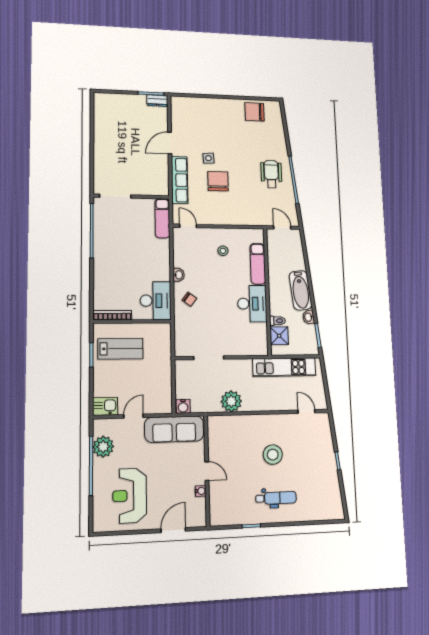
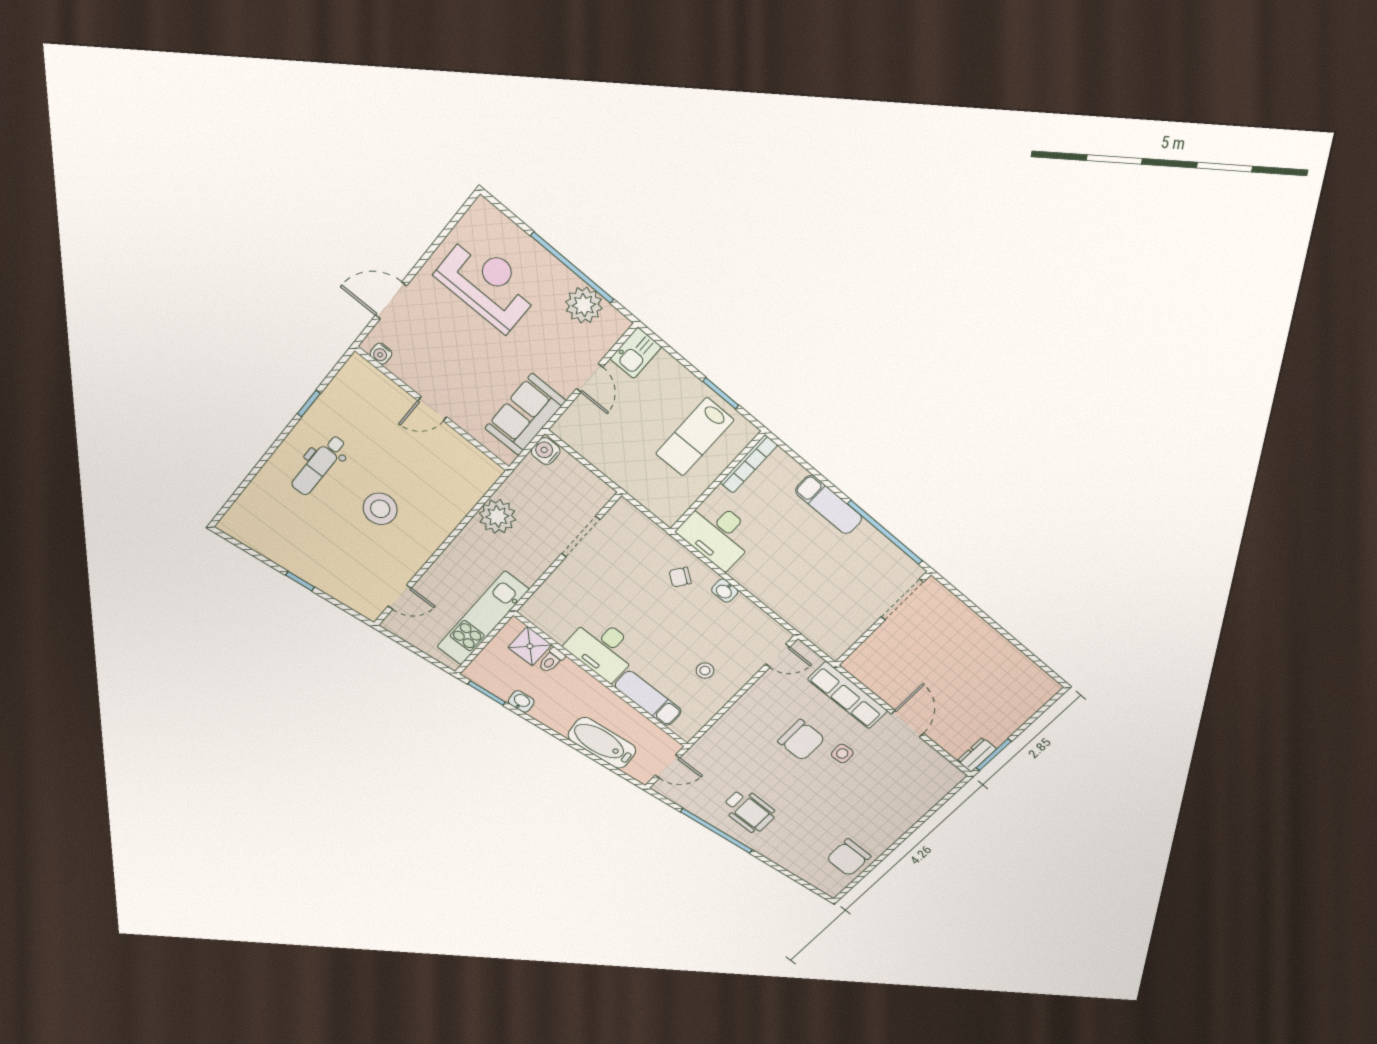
chair: (255, 112) -> (849, 857), turned 180
exam couch: (162, 218) -> (829, 505), moved, turned 180
bathtub: (300, 290) -> (602, 743), moved
sofa: (174, 429) -> (525, 415), width x0.73
water cooler: (201, 491) -> (381, 354), moved
door: (173, 530) -> (391, 300), swing flipped

